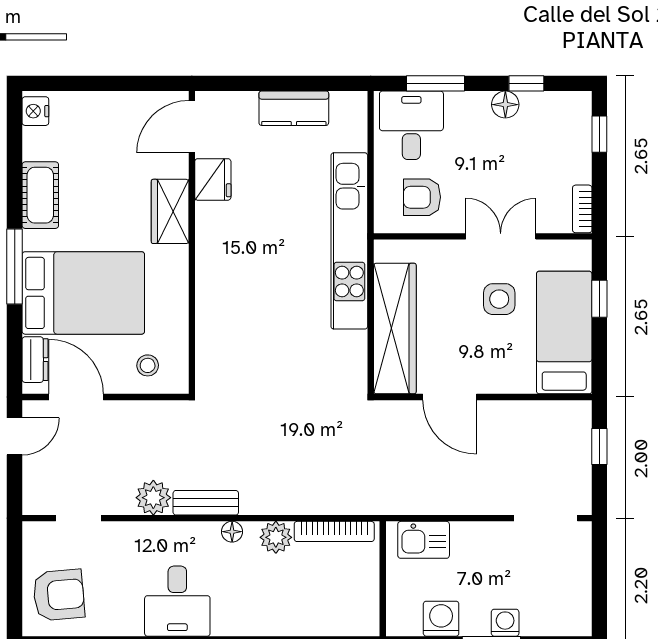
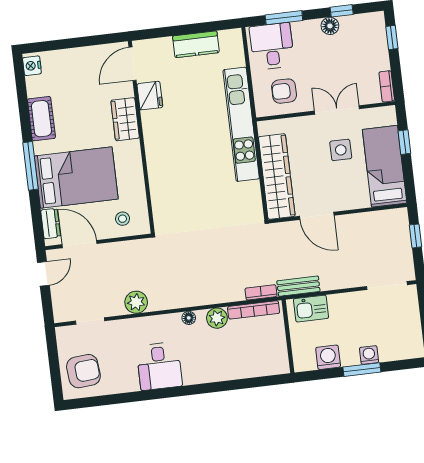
bench: (206, 503) -> (298, 286), moved
bookcase: (349, 505) -> (261, 292), added

